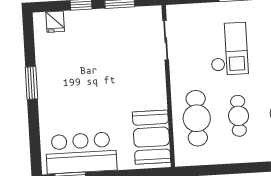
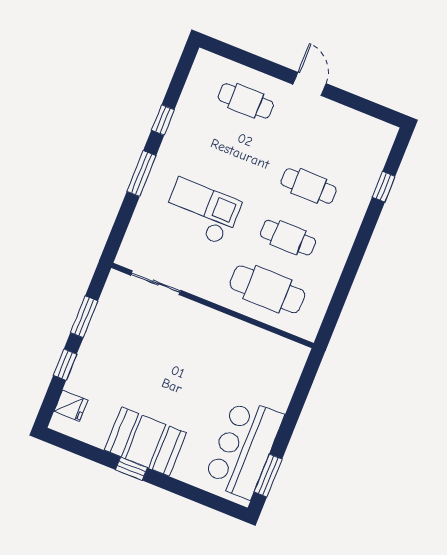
window: (31, 83) -> (131, 469), width x0.67
booth: (152, 137) -> (145, 442), moved

